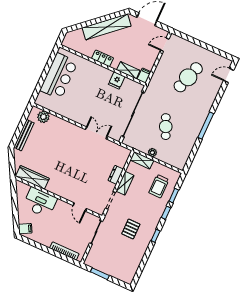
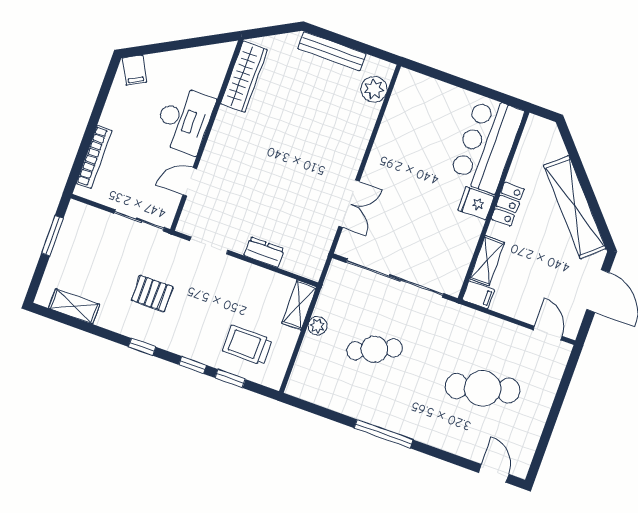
bar counter: (59, 76) -> (487, 145), moved, turned 90
cafe table: (188, 77) -> (483, 388), turned -33
fridge: (117, 80) -> (476, 203), moved
shelving: (125, 183) -> (74, 306), moved
desk: (40, 202) -> (184, 120), moved

